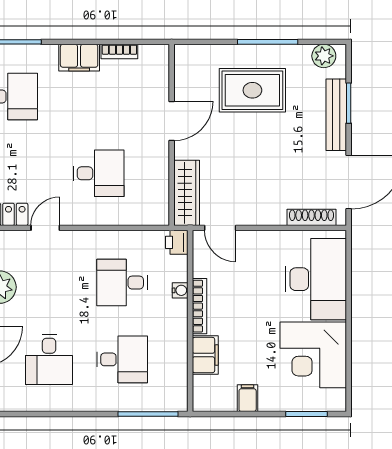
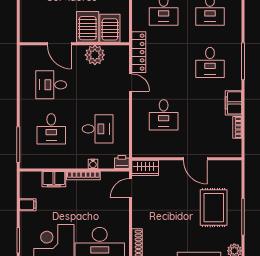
wardrobe: (187, 193) -> (145, 168), width x0.67
desk: (122, 283) -> (98, 129), turned 90

